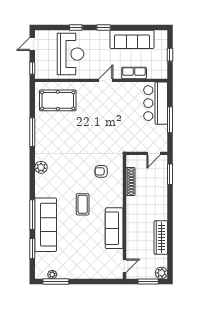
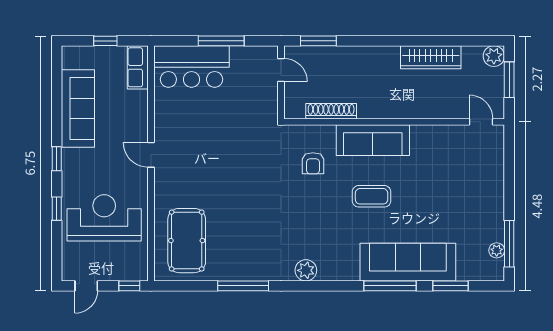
door: (32, 44) -> (86, 286), hinge flipped
row of seats: (134, 73) -> (138, 67), moved
sofa: (114, 228) -> (373, 140), moved

